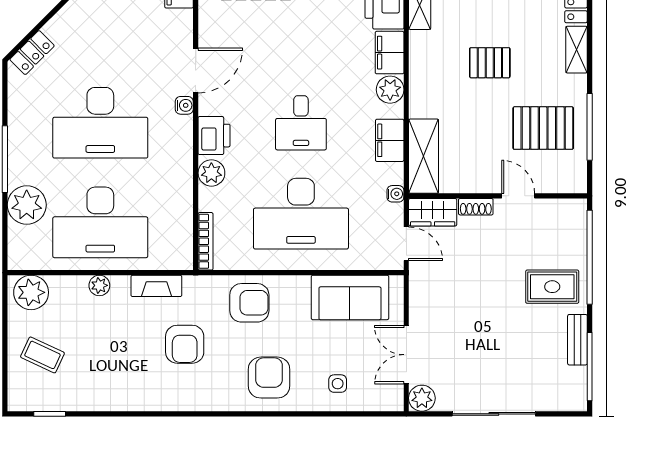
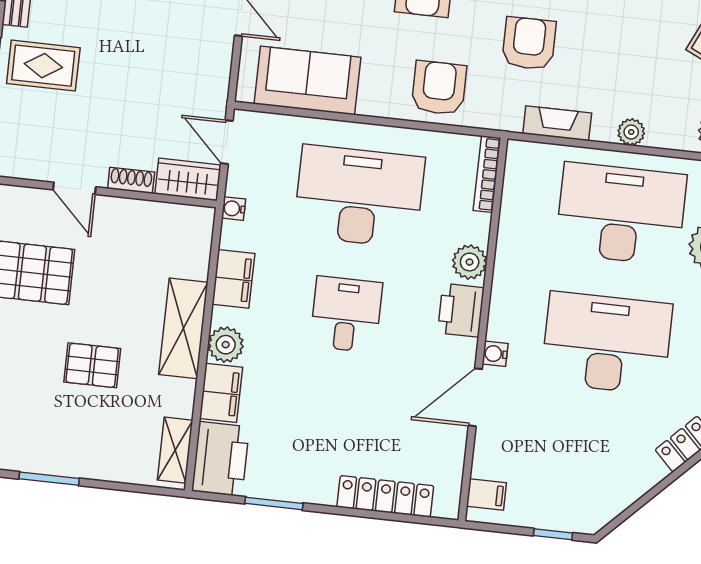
shelving: (424, 156) -> (183, 328), moved
armchair: (249, 303) -> (439, 88), turned 90

